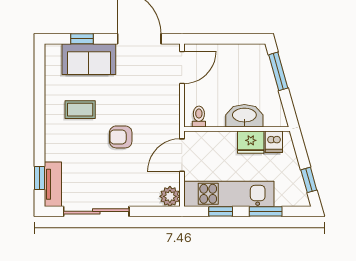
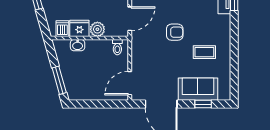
washbasin: (244, 116) -> (78, 45), width x0.52, depth x0.69
plant: (226, 141) -> (97, 29), added

